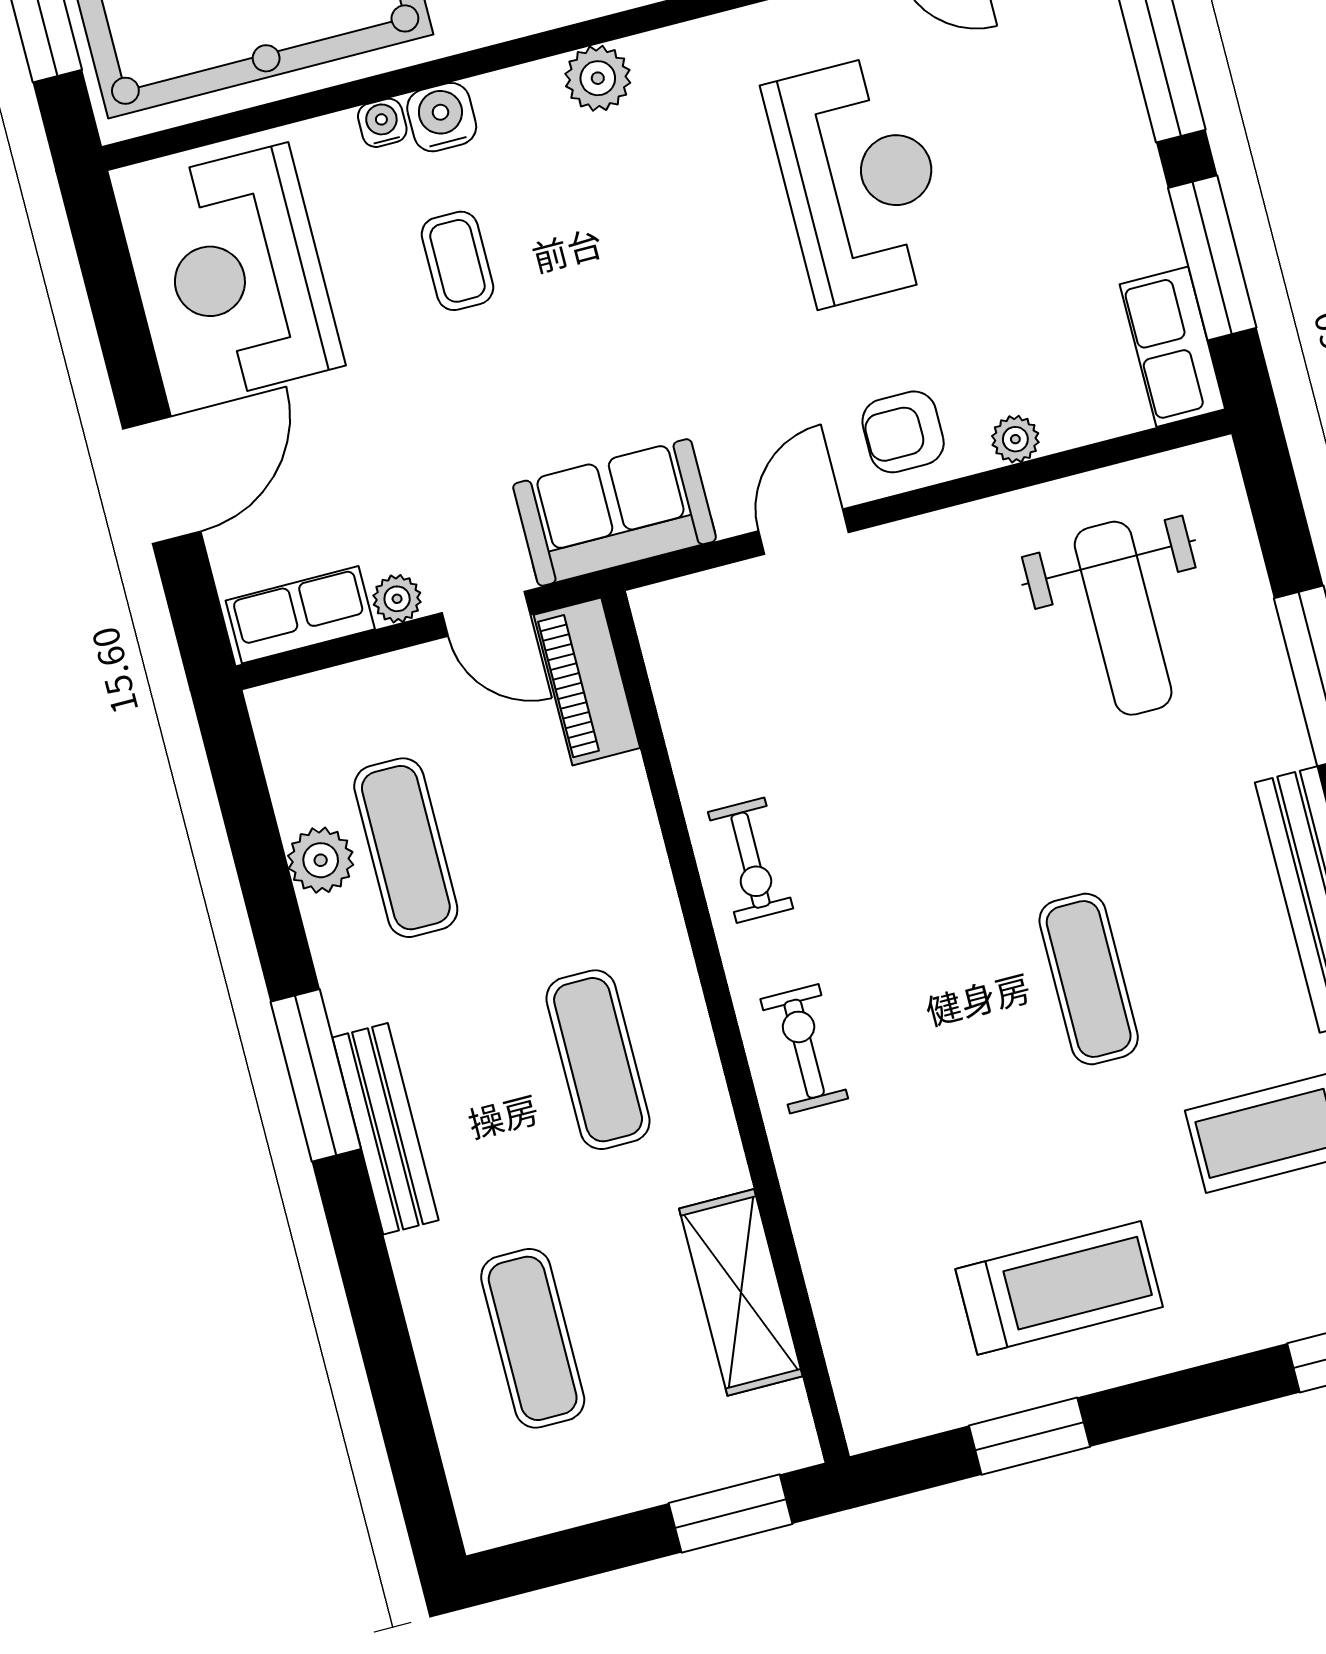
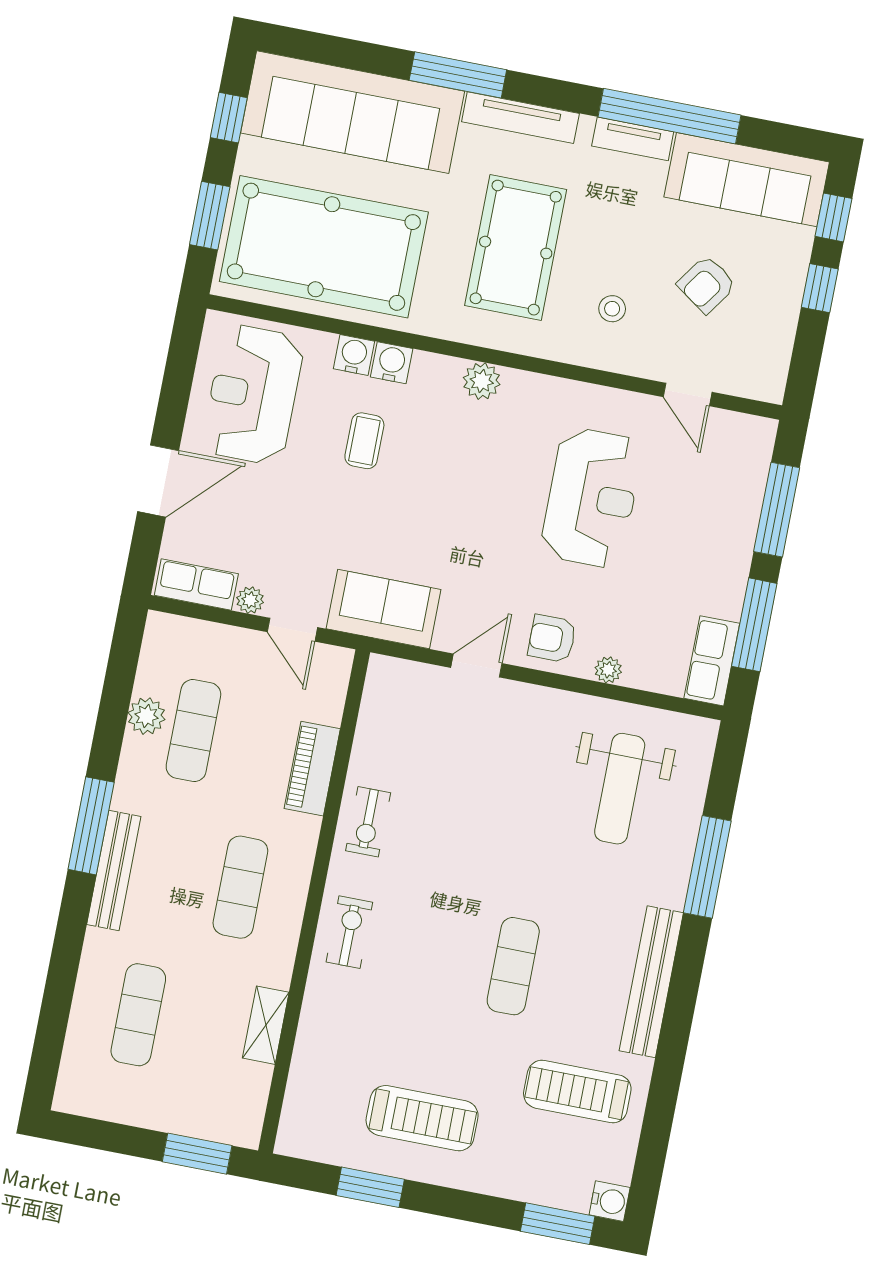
water cooler: (382, 123) -> (354, 355), width x1.38, depth x1.38
piano: (587, 681) -> (312, 769), moved
shelving: (741, 1292) -> (266, 1025), width x0.67, depth x0.75

